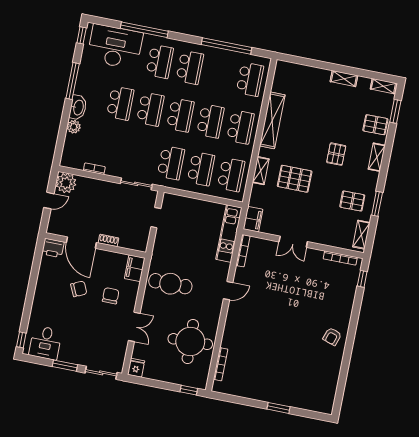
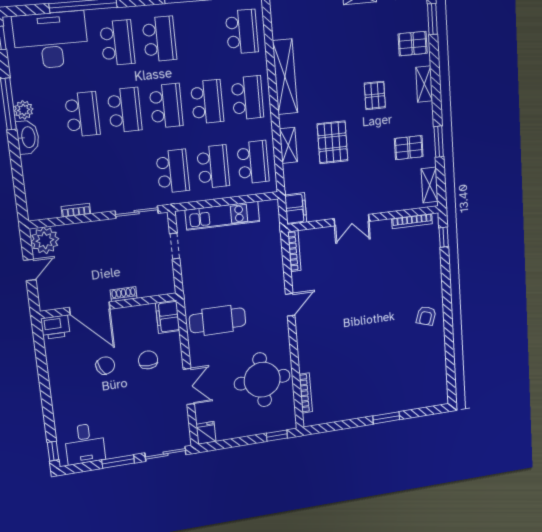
plant: (74, 127) -> (24, 110), moved
pallet: (295, 179) -> (333, 142), turned 90
kitchen unit: (229, 233) -> (222, 216), moved, turned -90

